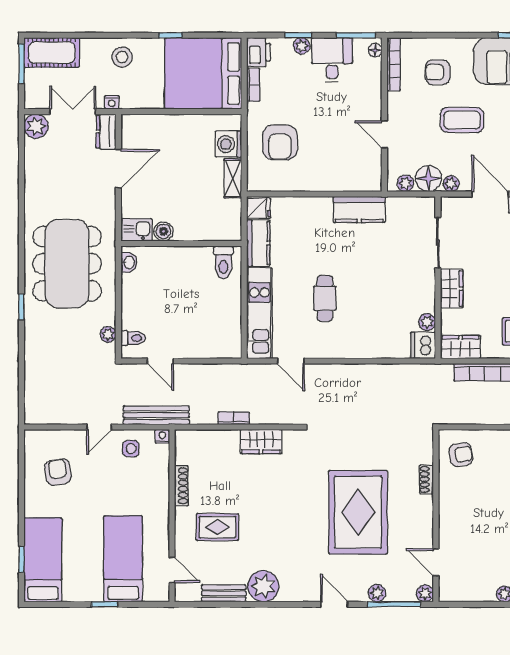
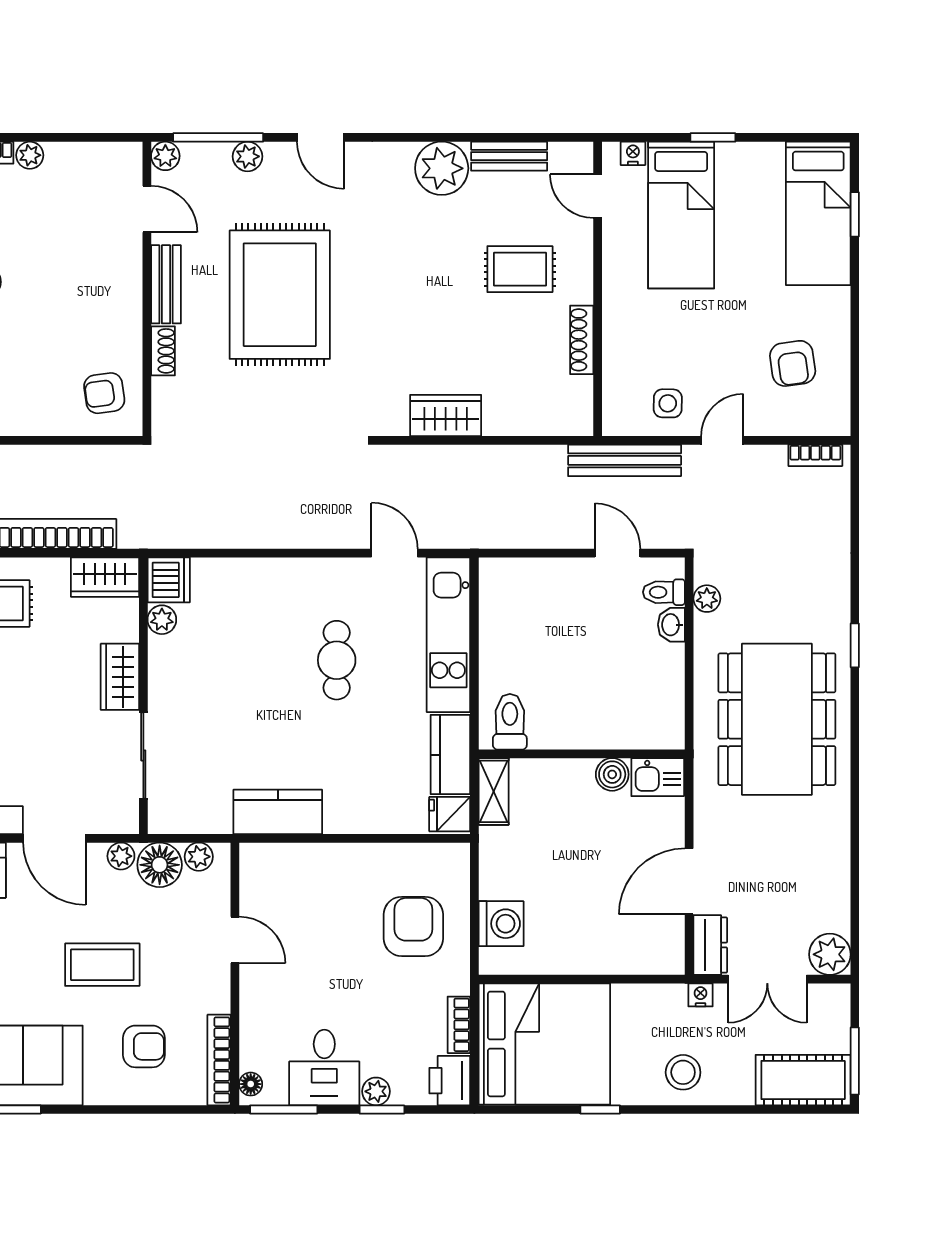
shelving: (233, 178) -> (494, 791), moved
washbasin: (129, 262) -> (671, 625), moved
bookcase: (234, 418) -> (815, 455), moved
nightstand: (162, 436) -> (633, 153), moved, turned 180
bench: (425, 518) -> (166, 284), added

